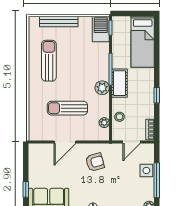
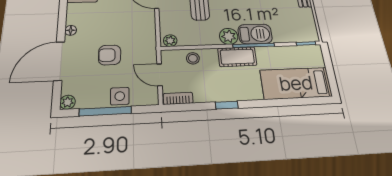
barbecue: (101, 29) -> (255, 34), moved
plant: (104, 123) -> (170, 41), moved
armchair: (95, 162) -> (110, 55), moved, turned 106

